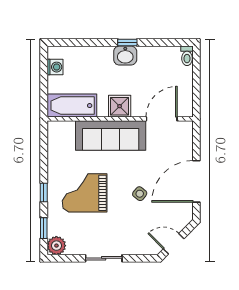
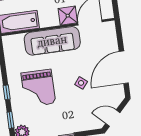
shower: (120, 106) -> (68, 16), moved
grand piano: (85, 193) -> (38, 88), turned -90

